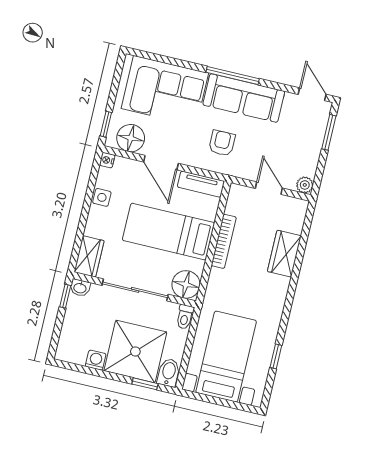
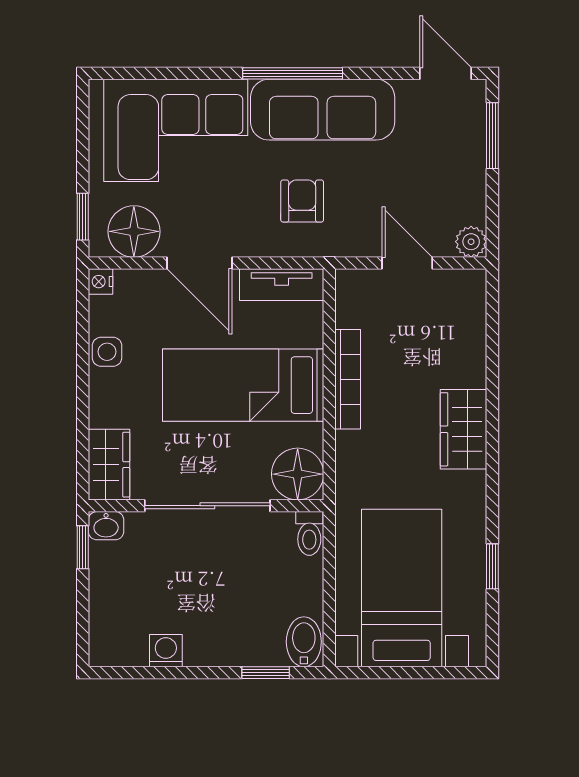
wardrobe: (284, 254) -> (463, 429), moved
shower: (135, 351) -> (234, 618), removed

